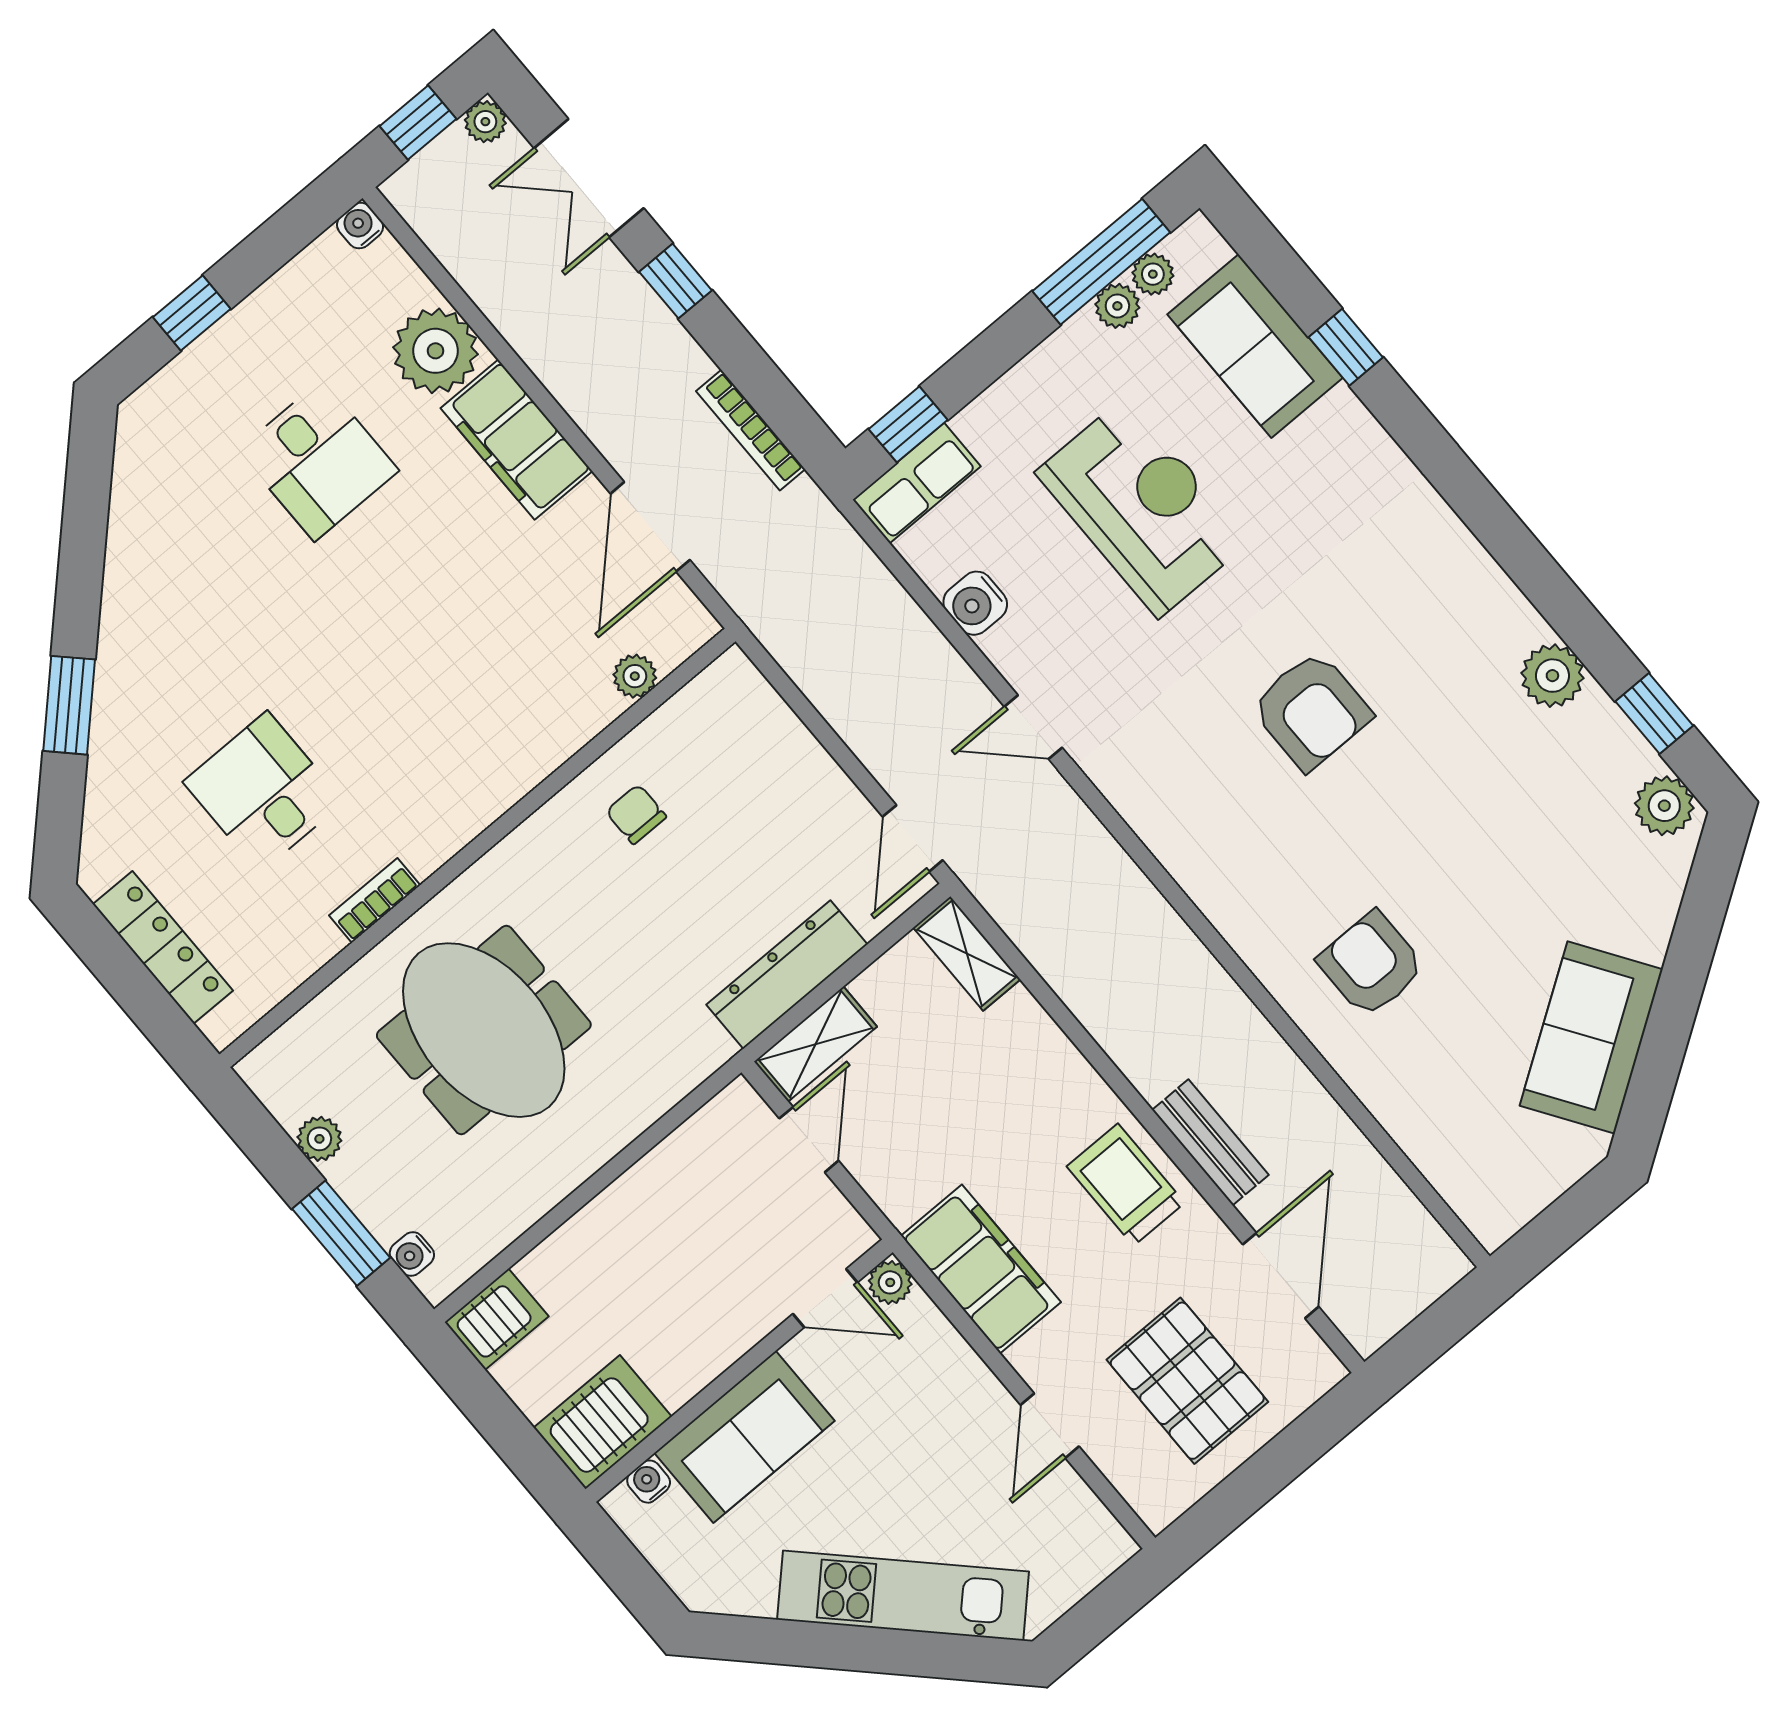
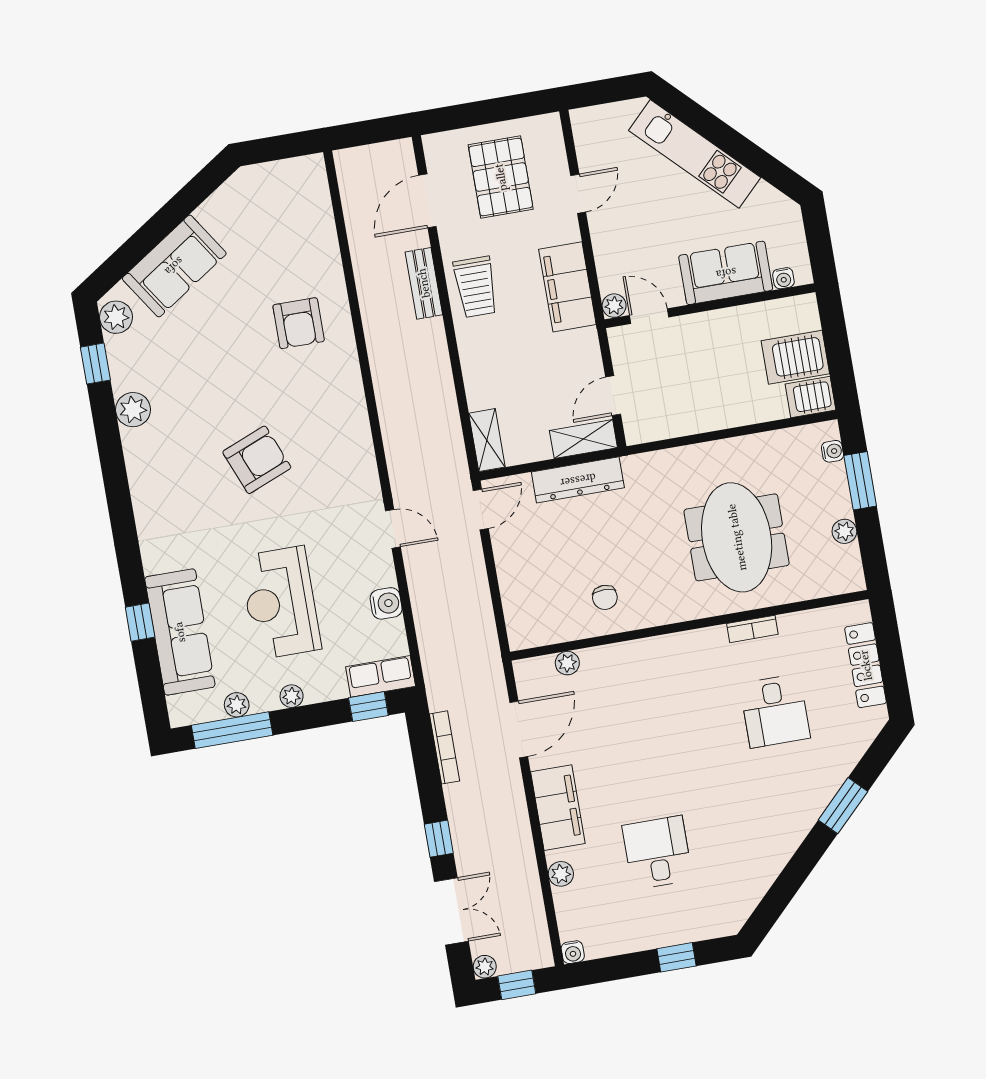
plant: (1153, 274) -> (292, 696), moved
sofa: (1255, 346) -> (180, 632), width x1.36
plant: (436, 351) -> (561, 874), width x0.53, depth x0.53
armchair: (1311, 711) -> (257, 460), turned 68
sofa: (1591, 1037) -> (174, 266), moved
server rack: (603, 1422) -> (795, 357), moved

